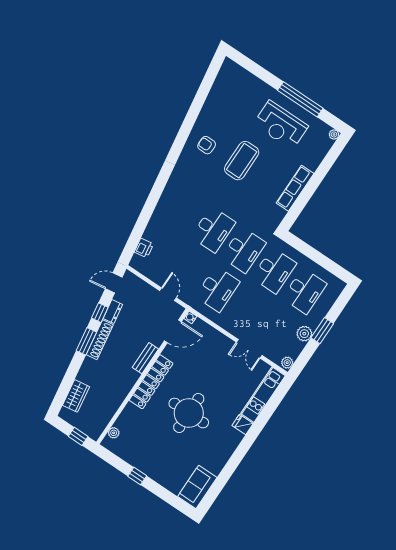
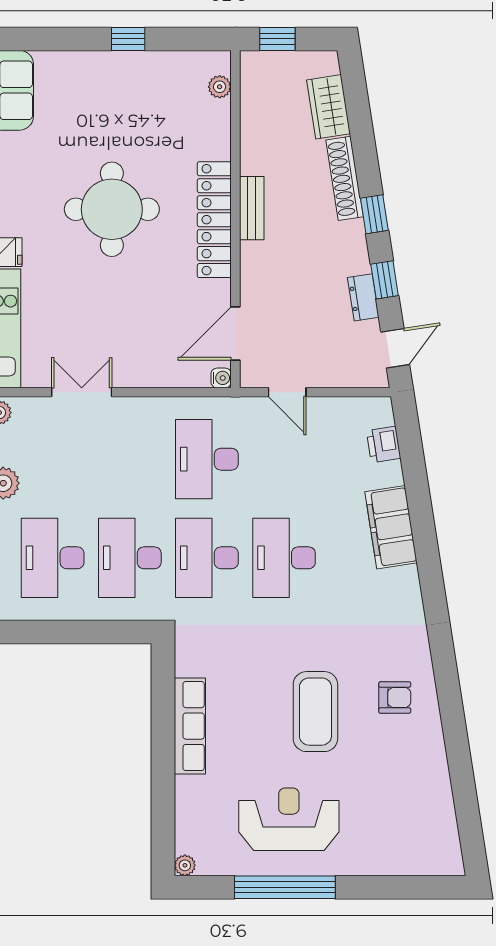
filing cabinet: (163, 213) -> (391, 527), added
shoe rack: (100, 340) -> (345, 178), moved
window: (86, 341) -> (374, 214), width x0.67
bench: (145, 358) -> (252, 208), moved

